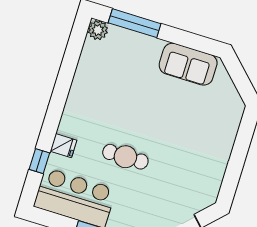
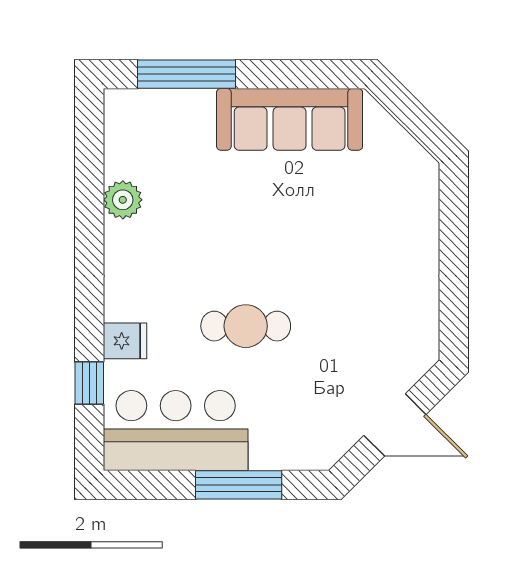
plant: (98, 30) -> (123, 200), moved
sofa: (188, 64) -> (290, 119), width x1.36

